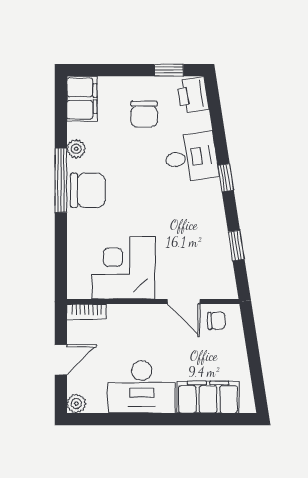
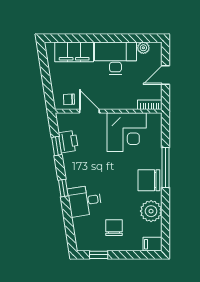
printer: (193, 95) -> (68, 142), moved
filing cabinet: (82, 99) -> (153, 244), width x0.50
plant: (76, 149) -> (151, 211), width x1.88, depth x1.88
window: (61, 180) -> (166, 167), moved
plant: (76, 404) -> (143, 48), moved

